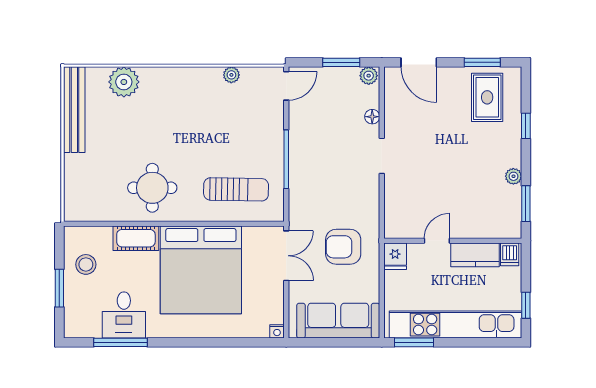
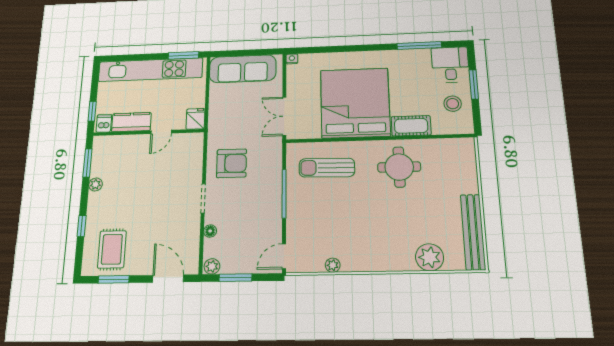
armchair: (343, 247) -> (231, 163), moved
window: (526, 305) -> (92, 111), moved
desk: (124, 315) -> (450, 65), moved

